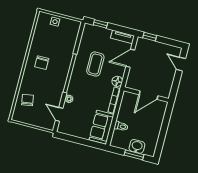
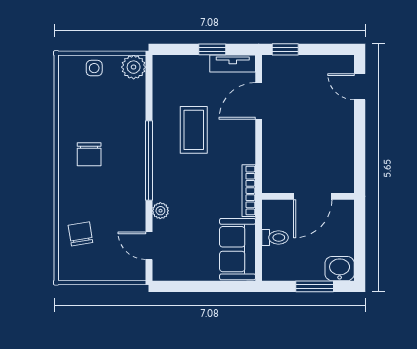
window: (100, 24) -> (212, 49), moved
plant: (74, 26) -> (134, 67), added
floor lamp: (117, 81) -> (245, 152), removed
wall: (146, 95) -> (308, 196), moved
door: (149, 95) -> (313, 196), moved
washbasin: (137, 146) -> (340, 269), moved

